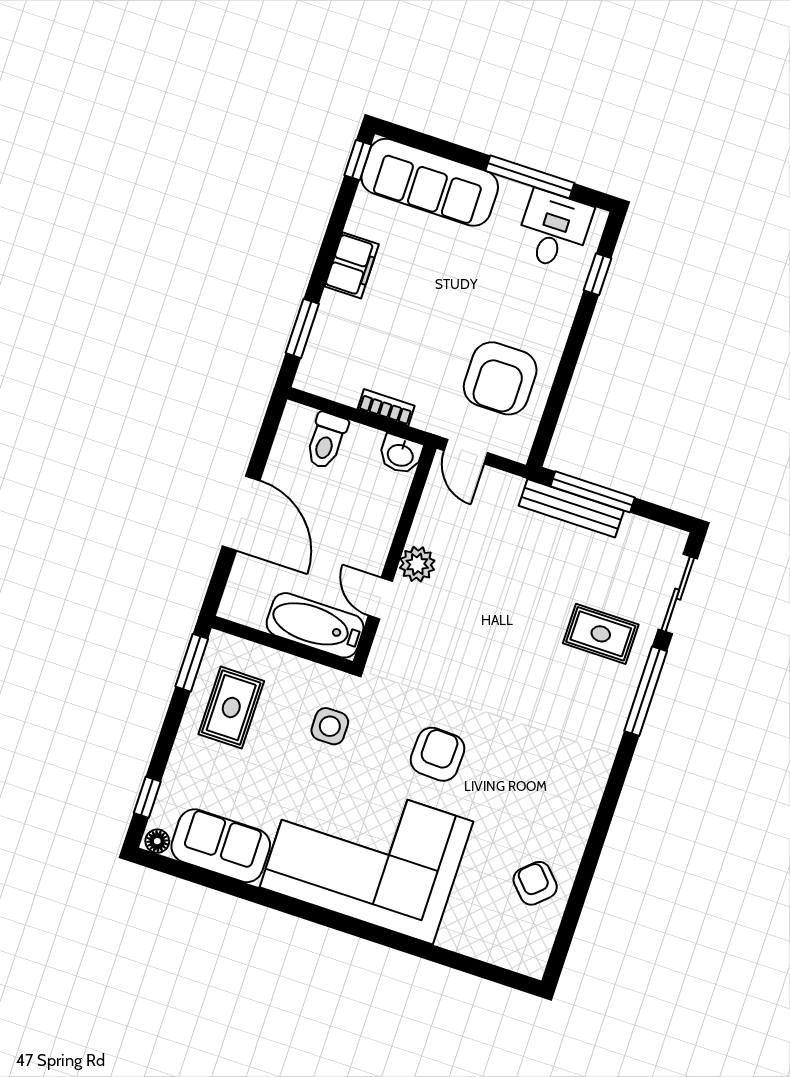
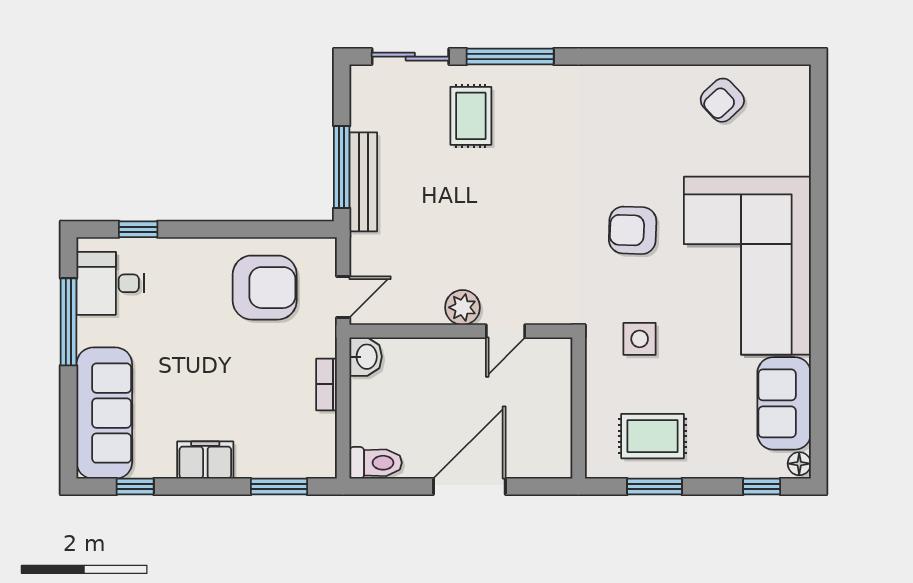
window: (358, 160) -> (135, 487), moved
toilet: (326, 441) -> (376, 463), moved
bathtub: (315, 625) -> (551, 384), removed
window: (192, 663) -> (655, 487), moved

